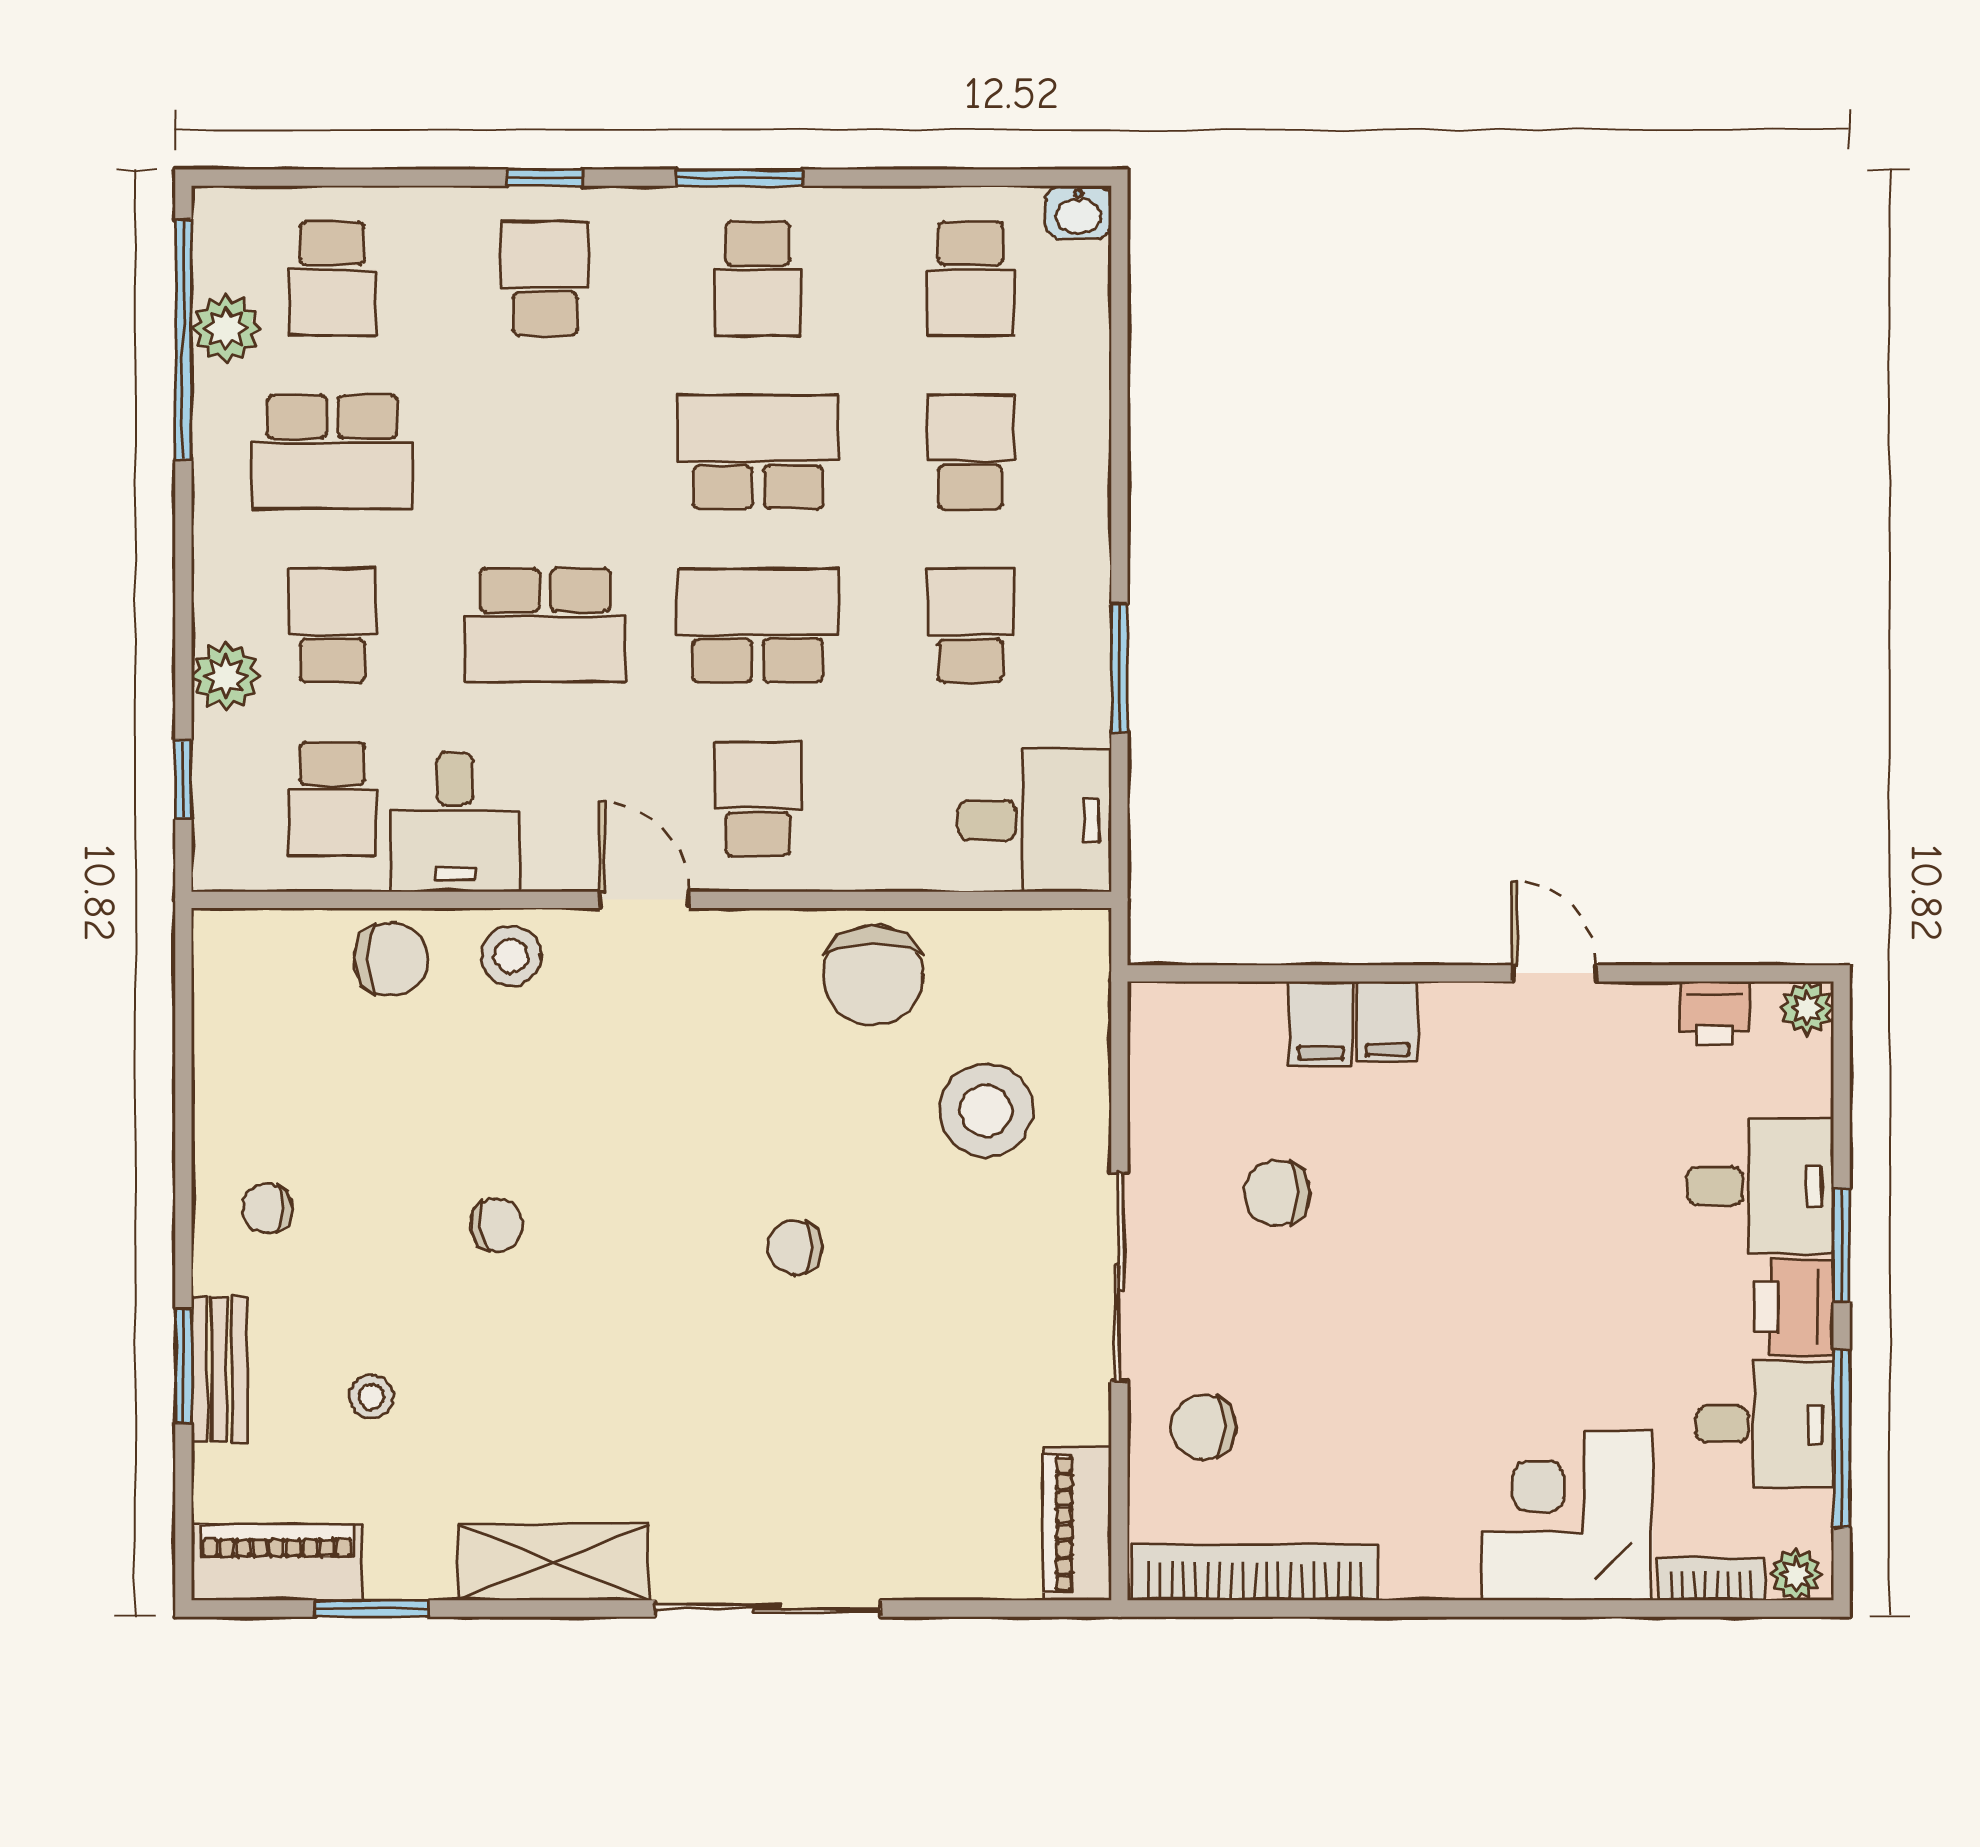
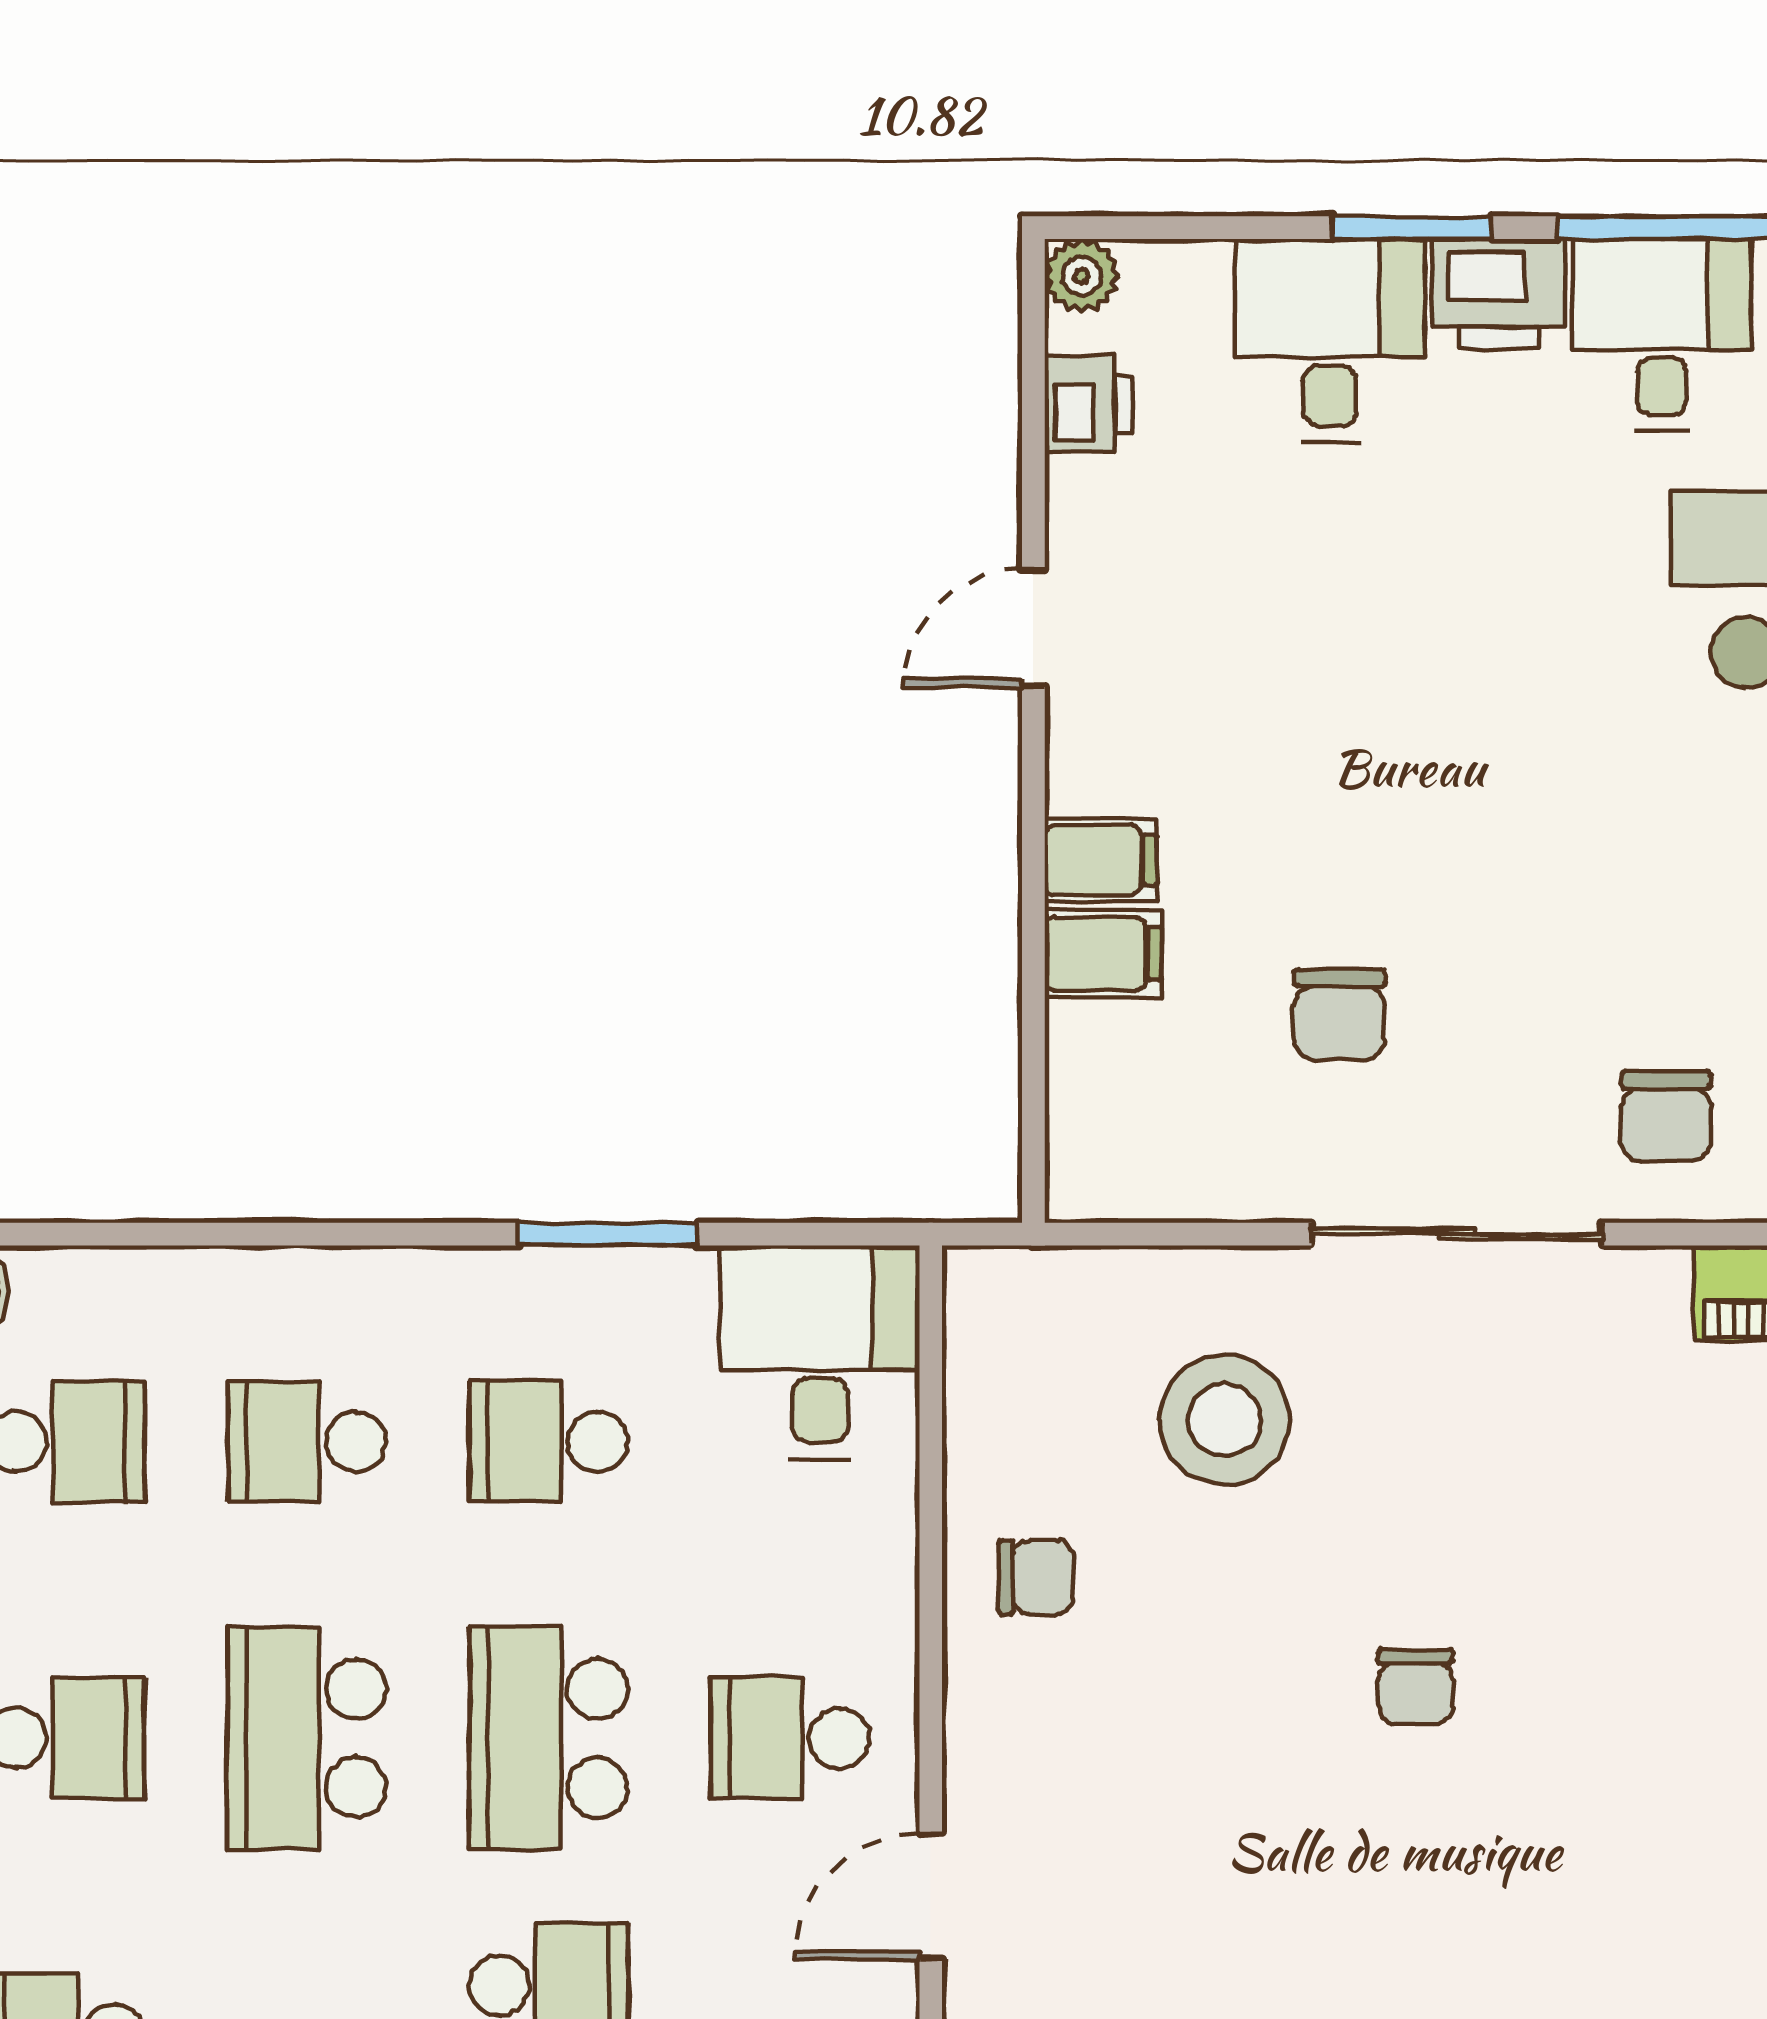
chair: (873, 975) -> (1036, 1577), width x0.54, depth x0.54

